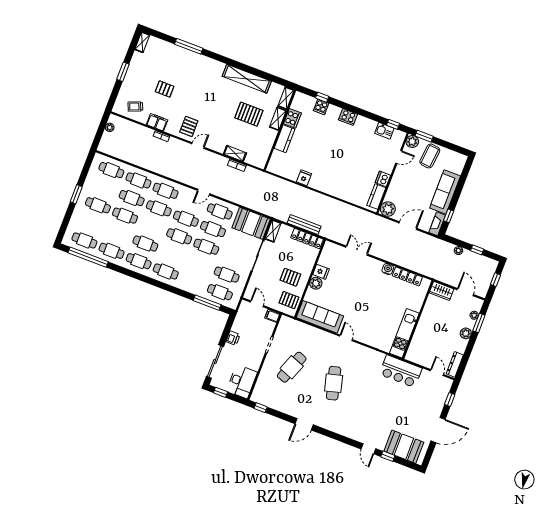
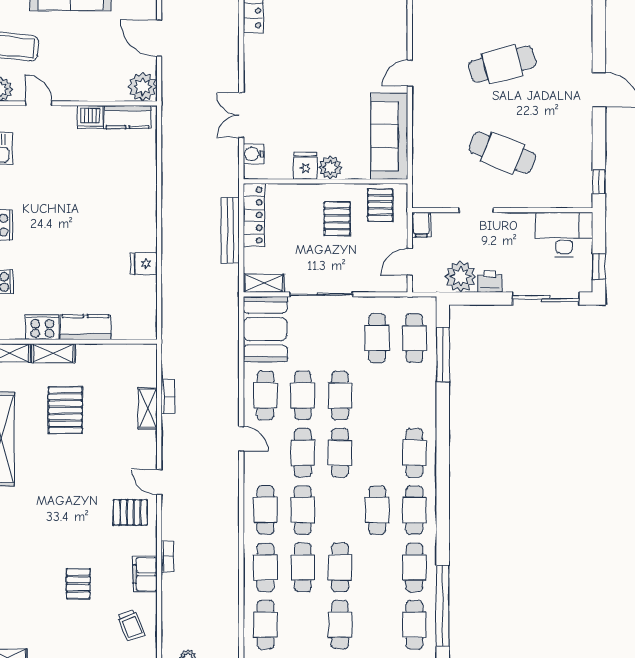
water cooler: (388, 269) -> (253, 154), moved
plant: (241, 325) -> (461, 277), added

